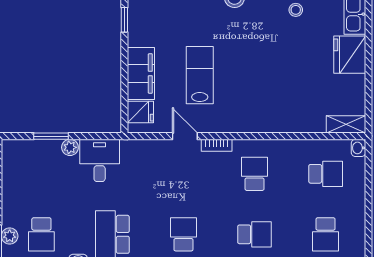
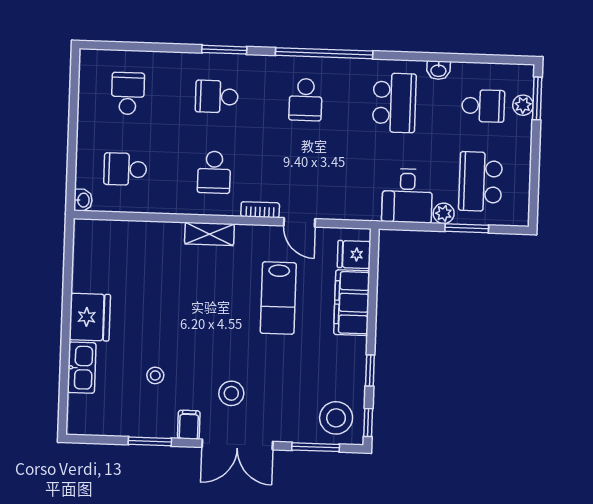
shelving: (346, 124) -> (209, 234), moved
school desk: (41, 174) -> (481, 182), added
school desk: (41, 234) -> (483, 106), turned 90

